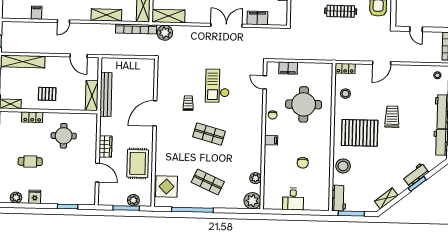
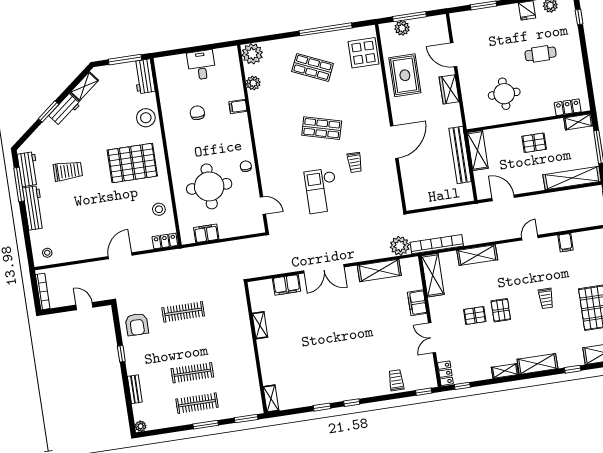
shelving: (169, 16) -> (379, 271), moved
filing cabinet: (288, 68) -> (206, 233), moved
checkout: (217, 86) -> (322, 191), turned 180
locker: (32, 117) -> (568, 107), moved
trolley: (392, 117) -> (68, 171), moved, turned -90
filing cabinet: (271, 140) -> (238, 106), moved
workbench: (416, 175) -> (65, 110), moved

